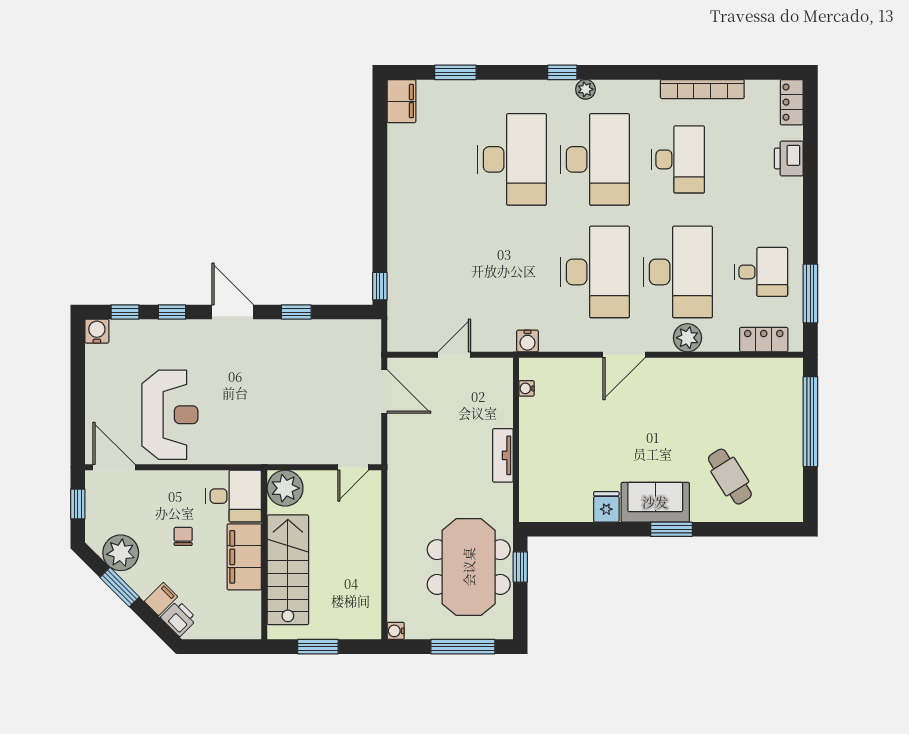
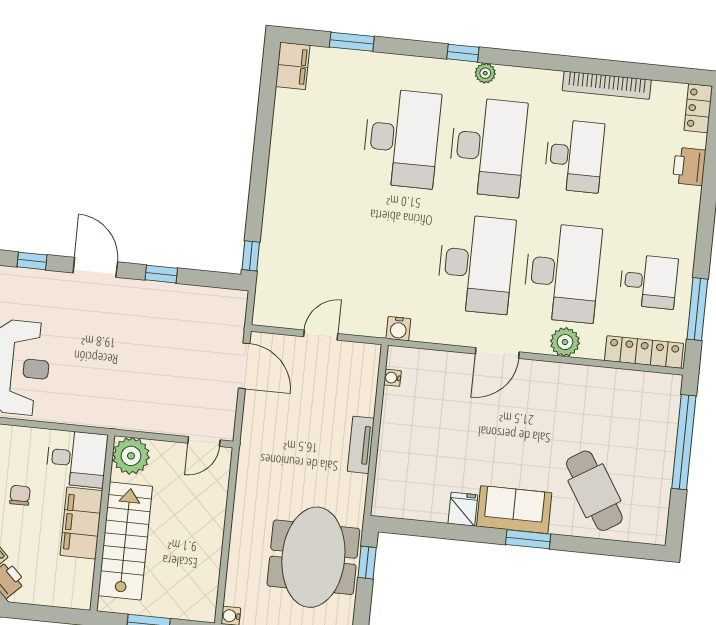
locker: (764, 340) -> (644, 352), width x1.53
cafe table: (730, 477) -> (594, 491), width x1.37, depth x1.35

